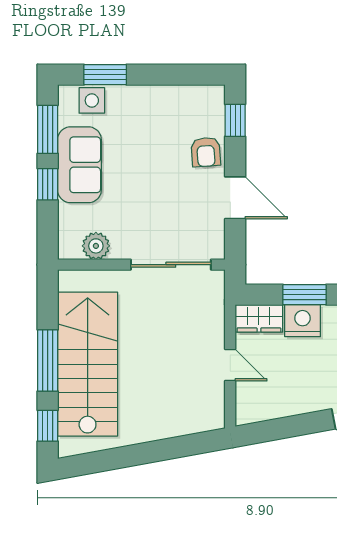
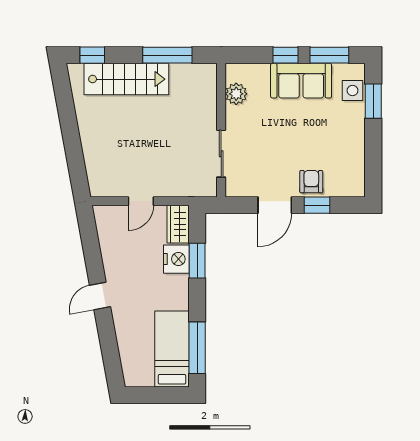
window: (235, 120) -> (317, 205), moved
armchair: (206, 152) -> (311, 182), turned 94
sliding door: (171, 265) -> (221, 154), width x0.73
window: (48, 360) -> (167, 55), moved
stairs: (88, 364) -> (126, 79), width x0.73, depth x0.66

